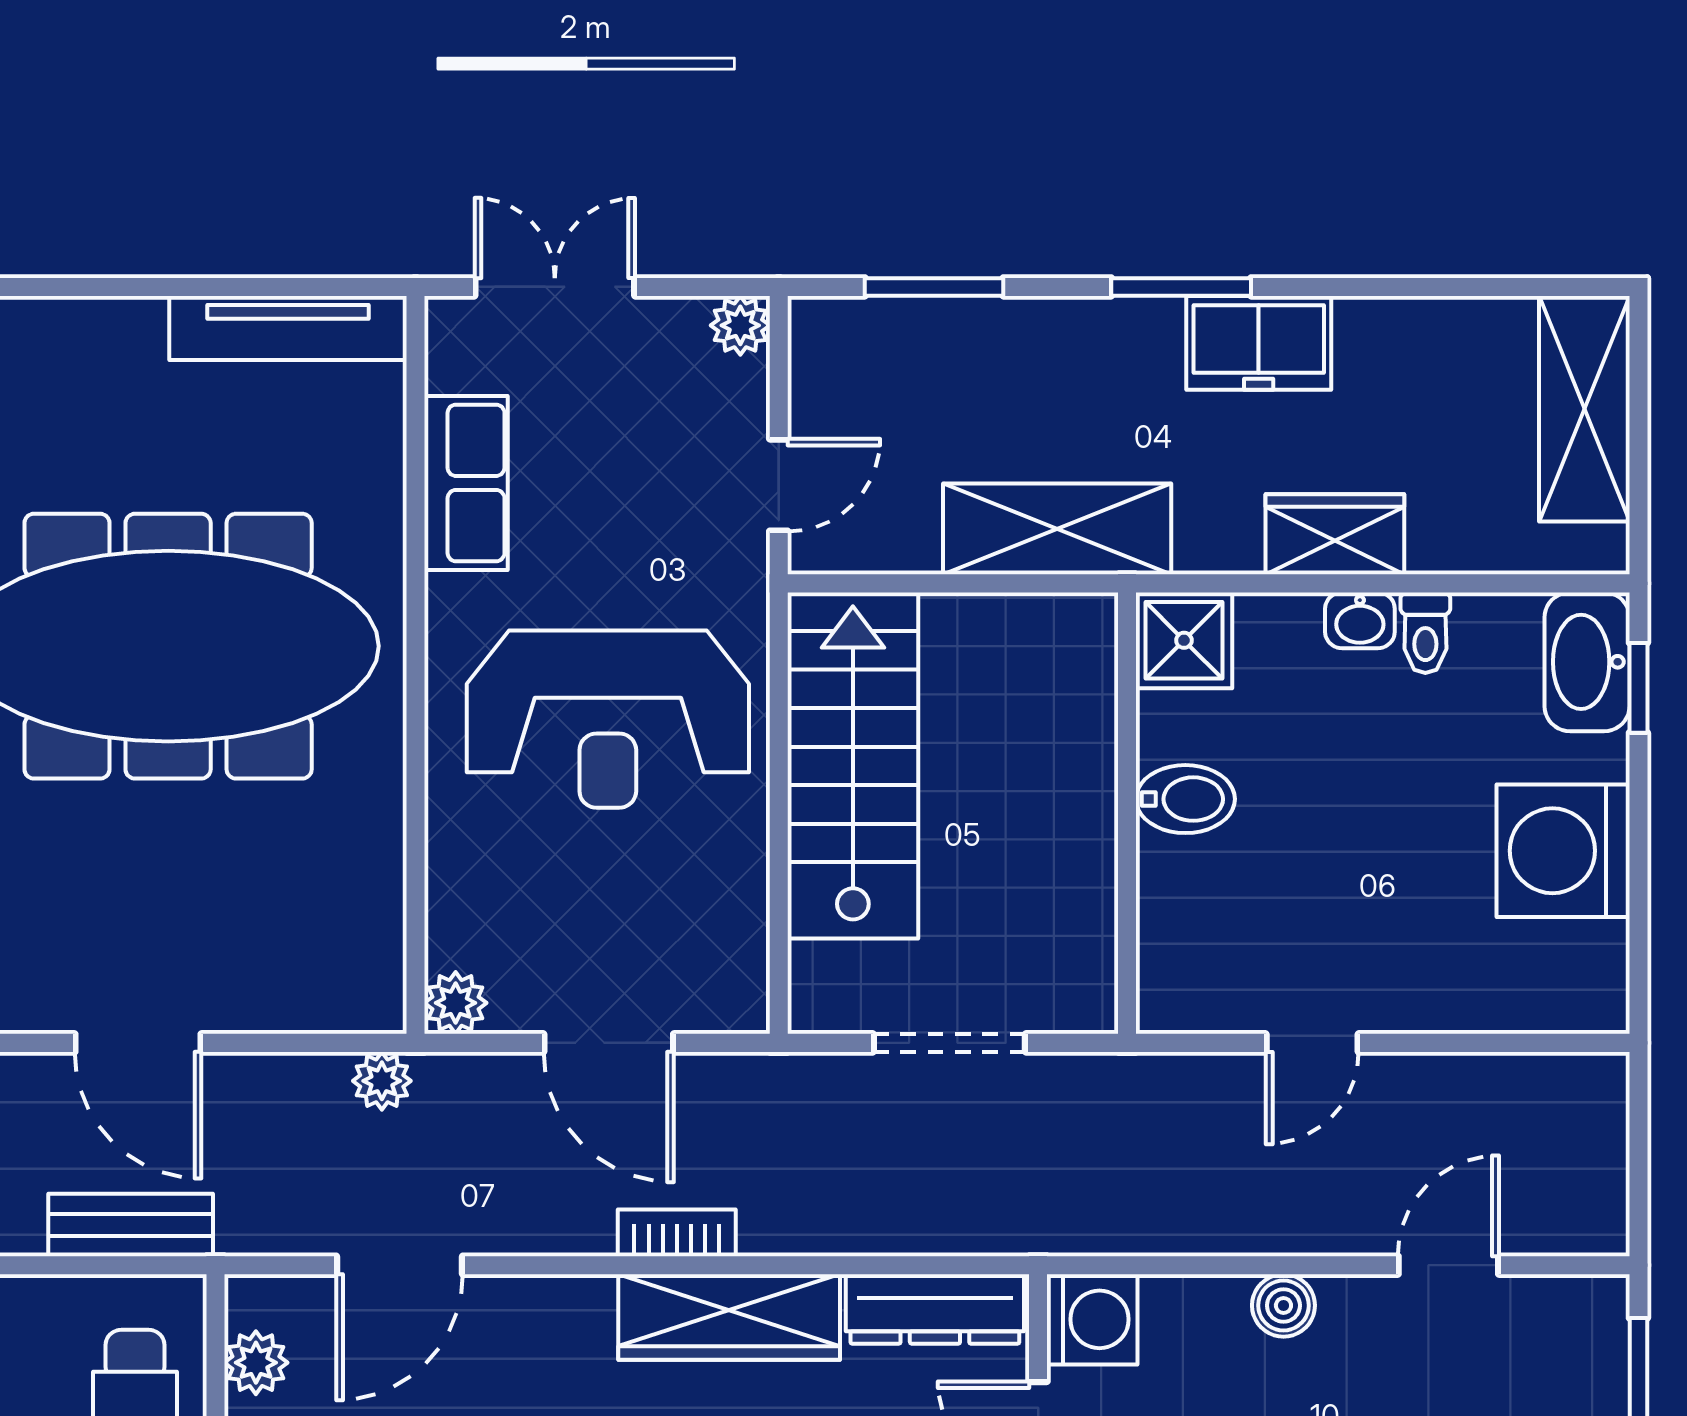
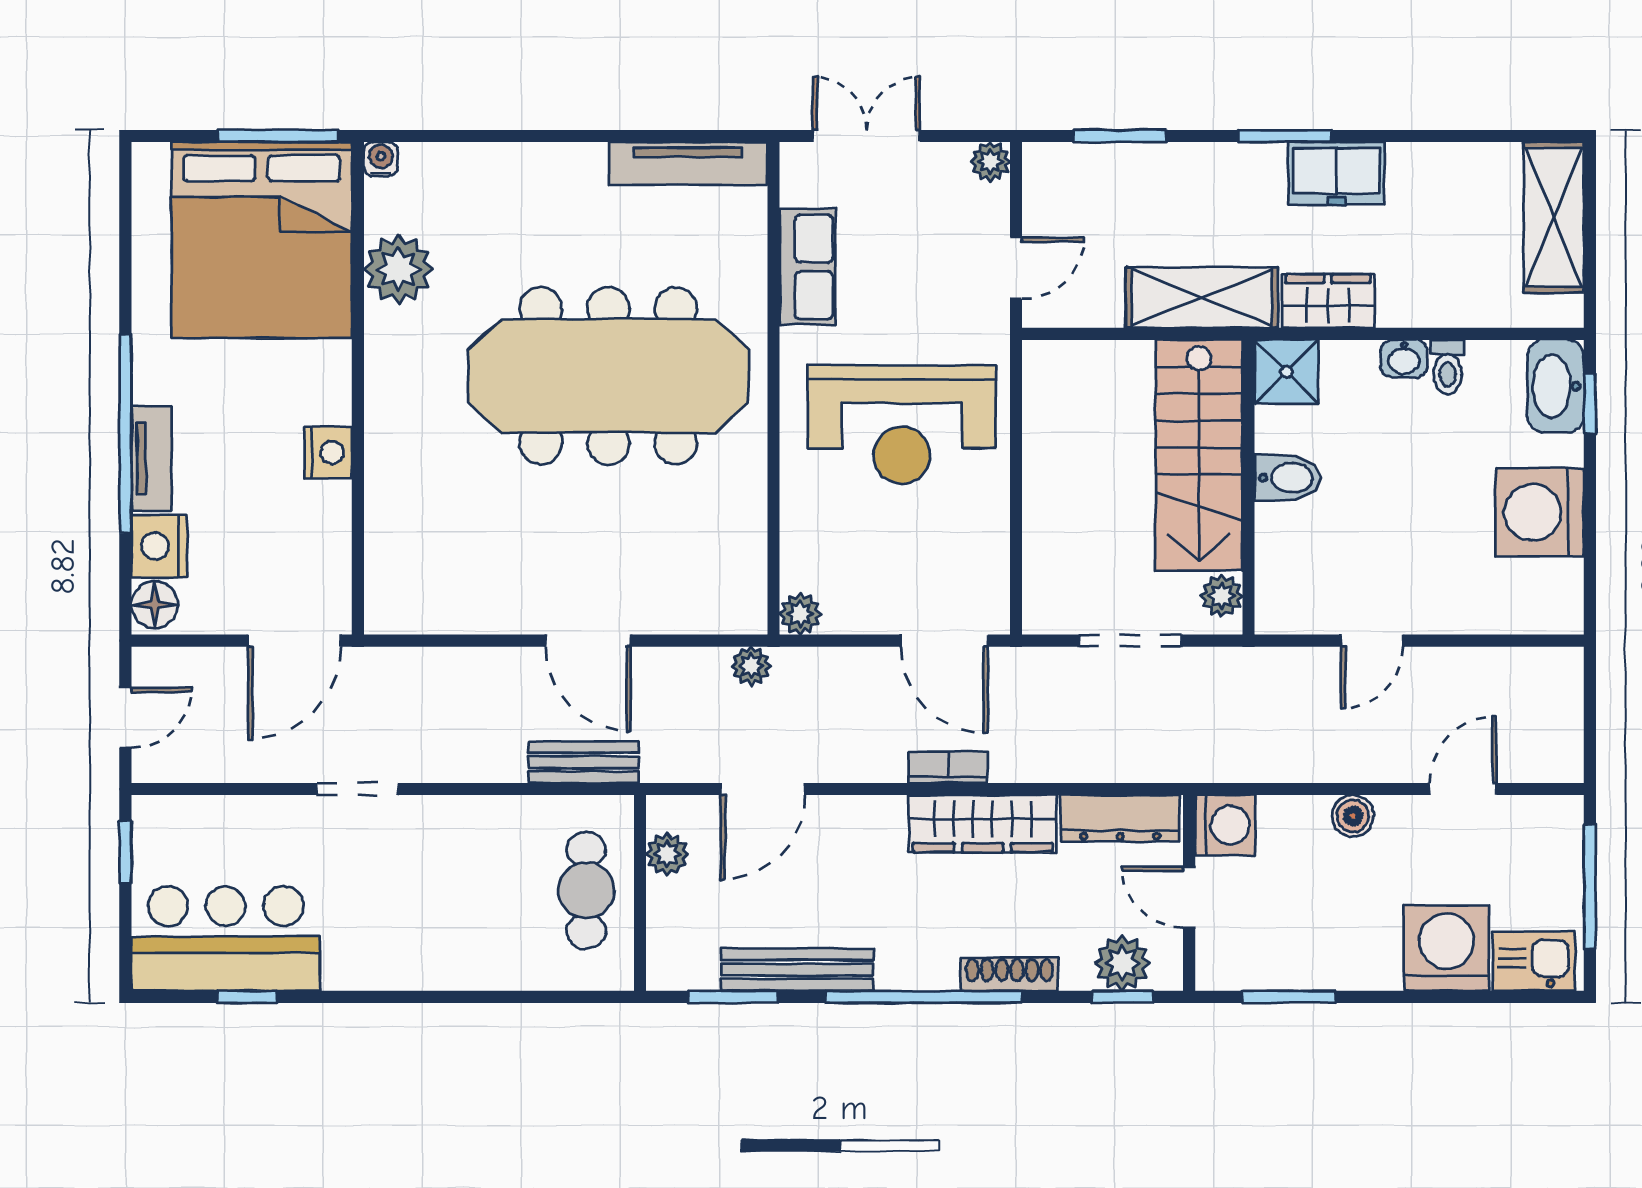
wardrobe: (1335, 534) -> (1328, 301), moved
stairs: (853, 765) -> (1199, 455), moved, turned 180
plant: (1087, 976) -> (1222, 596), added
door: (609, 1043) -> (944, 641), moved

